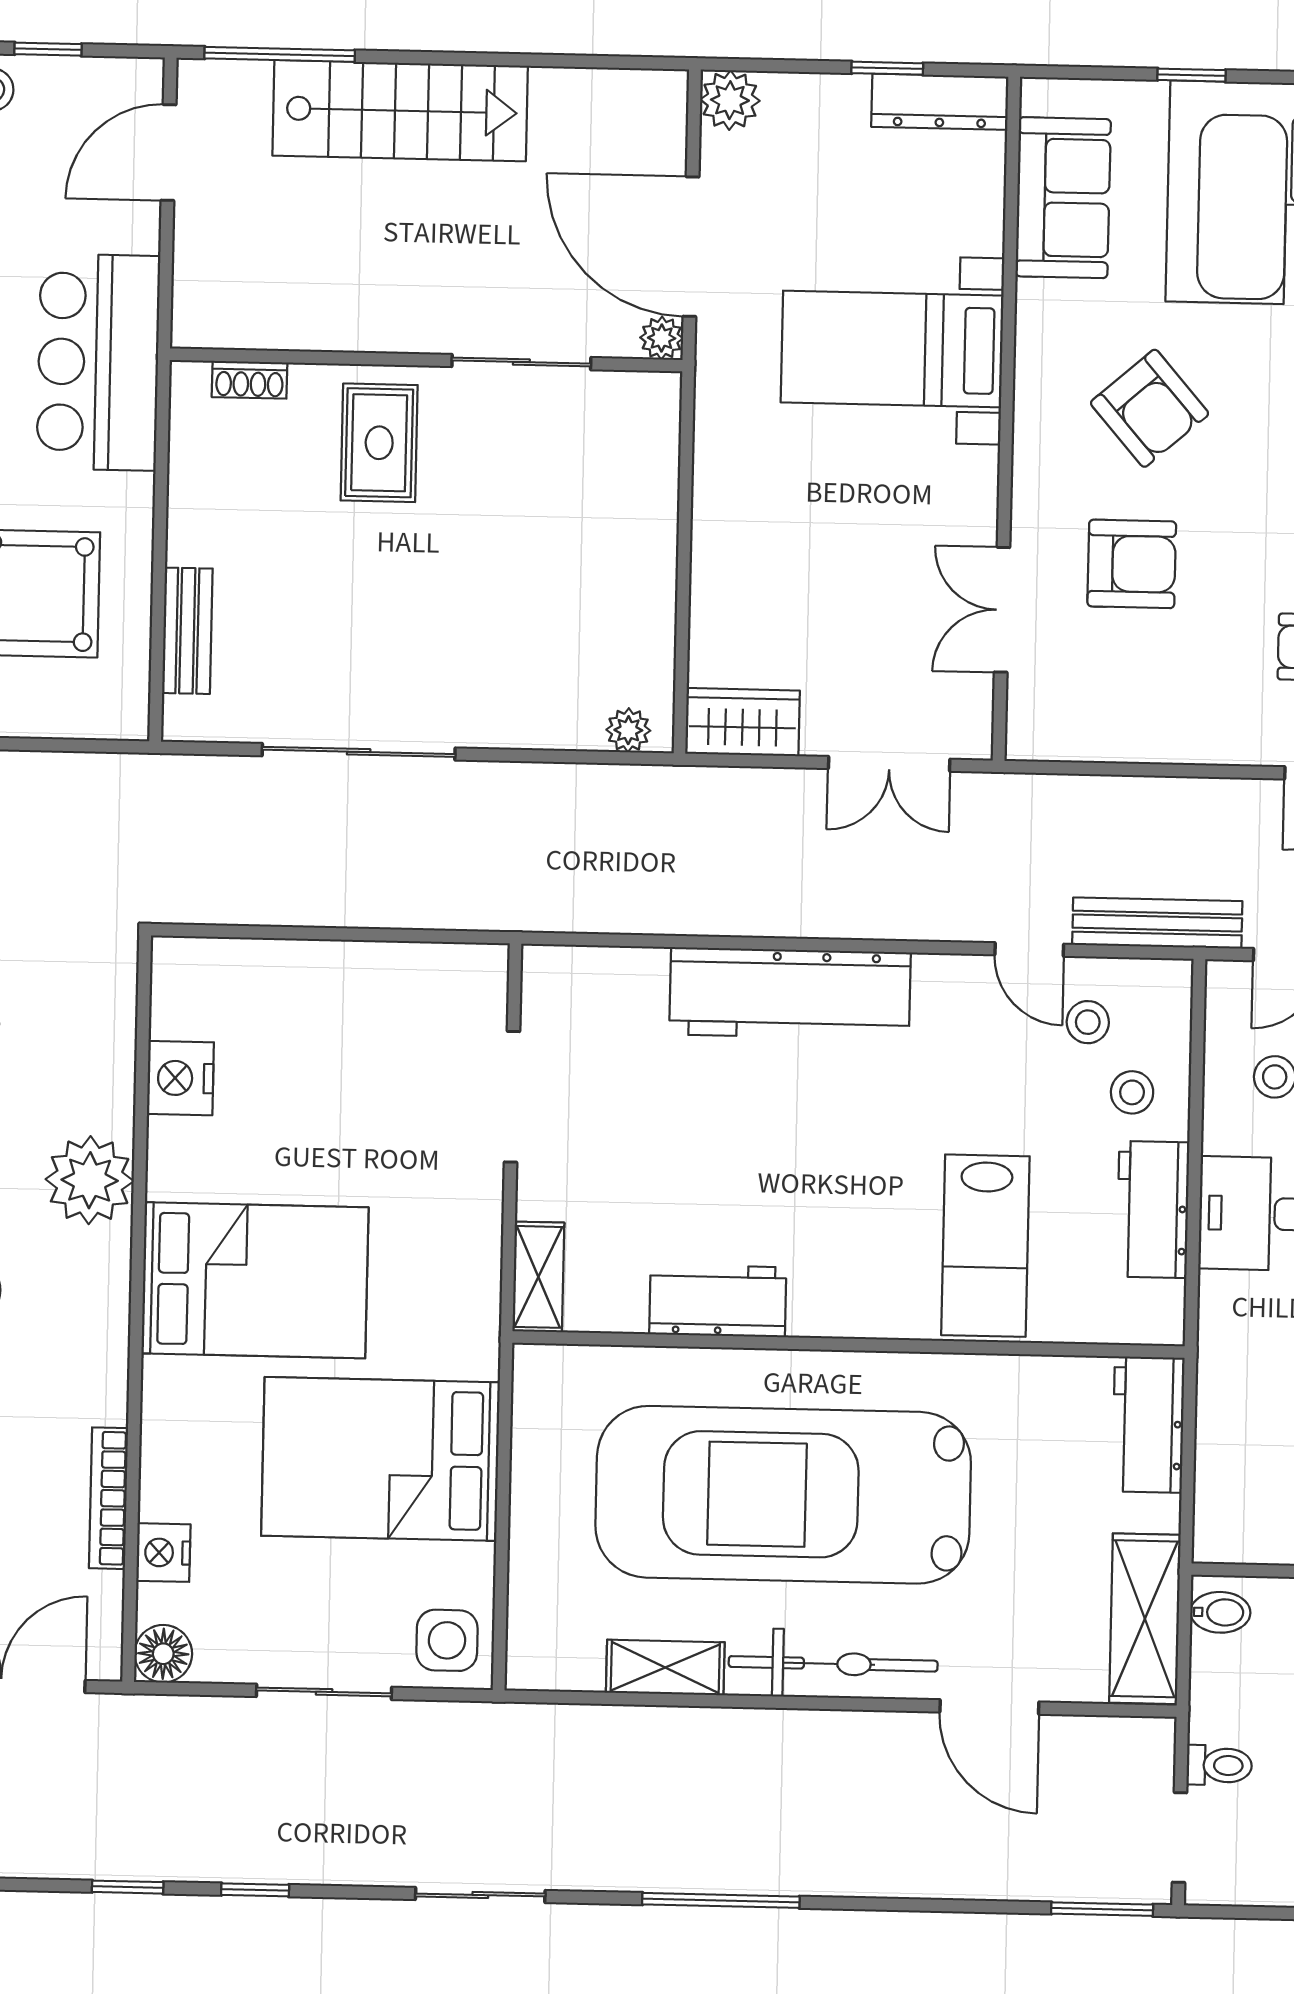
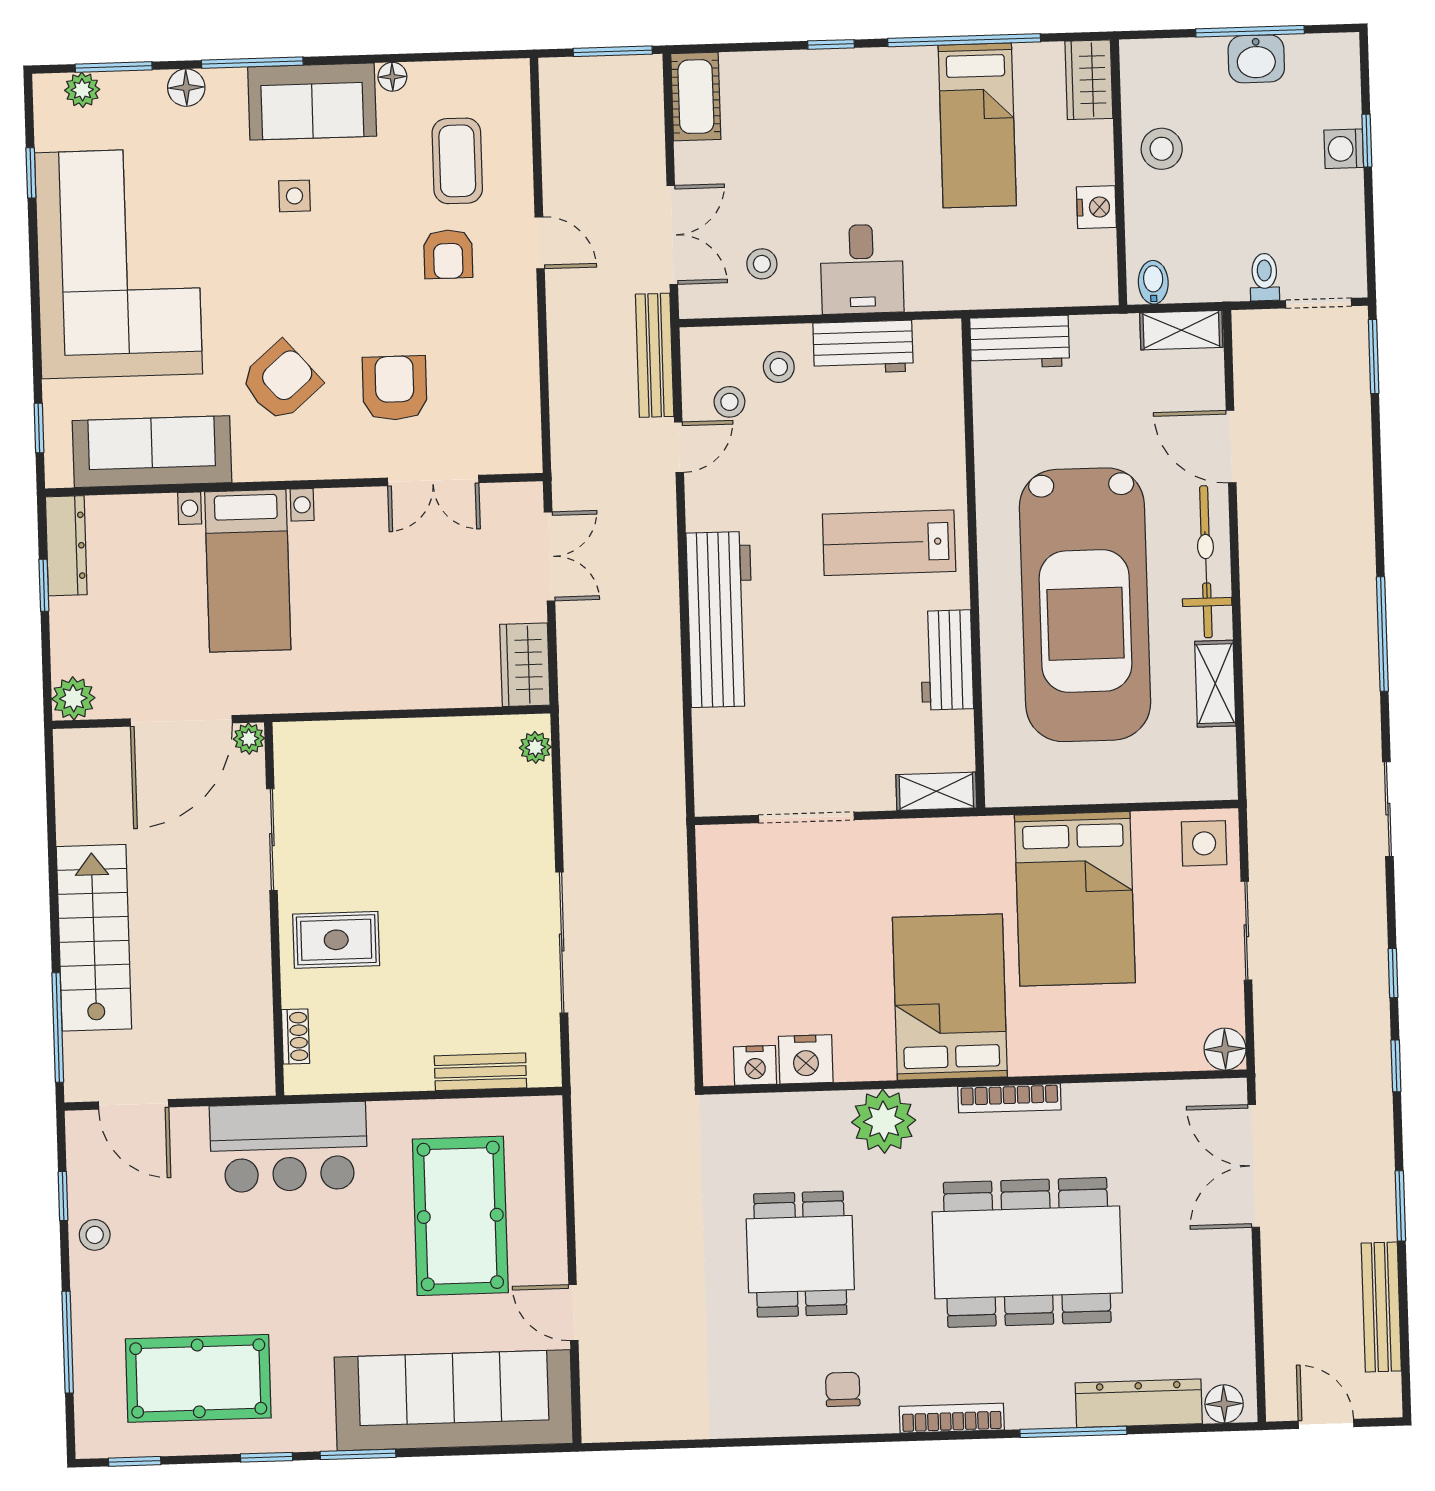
window: (1191, 75) -> (39, 428), moved
sofa: (1063, 198) -> (152, 452), width x1.36
lab bench: (985, 1246) -> (889, 543), moved, turned 180
bookcase: (109, 1498) -> (1009, 1098), moved
nightstand: (163, 1553) -> (755, 1065), moved
shelving: (1145, 1619) -> (1181, 330), width x0.67, depth x0.75
door: (989, 1707) -> (1231, 447), swing flipped

